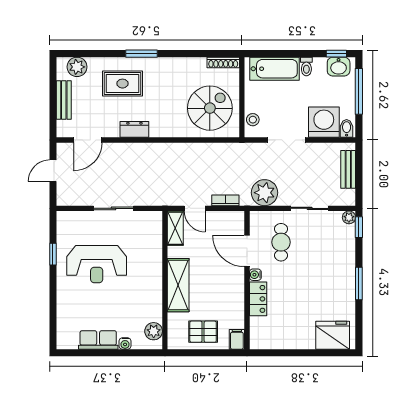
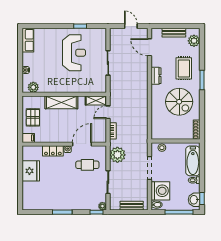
spiral stairs: (210, 108) -> (179, 102), moved
reception desk: (97, 264) -> (74, 53), turned 180
fridge: (333, 335) -> (31, 171), moved
row of seats: (98, 340) -> (28, 40), moved

